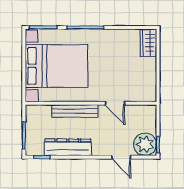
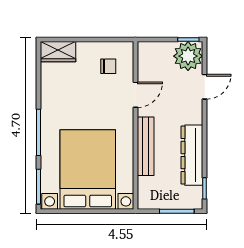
chair: (137, 82) -> (108, 66), added

